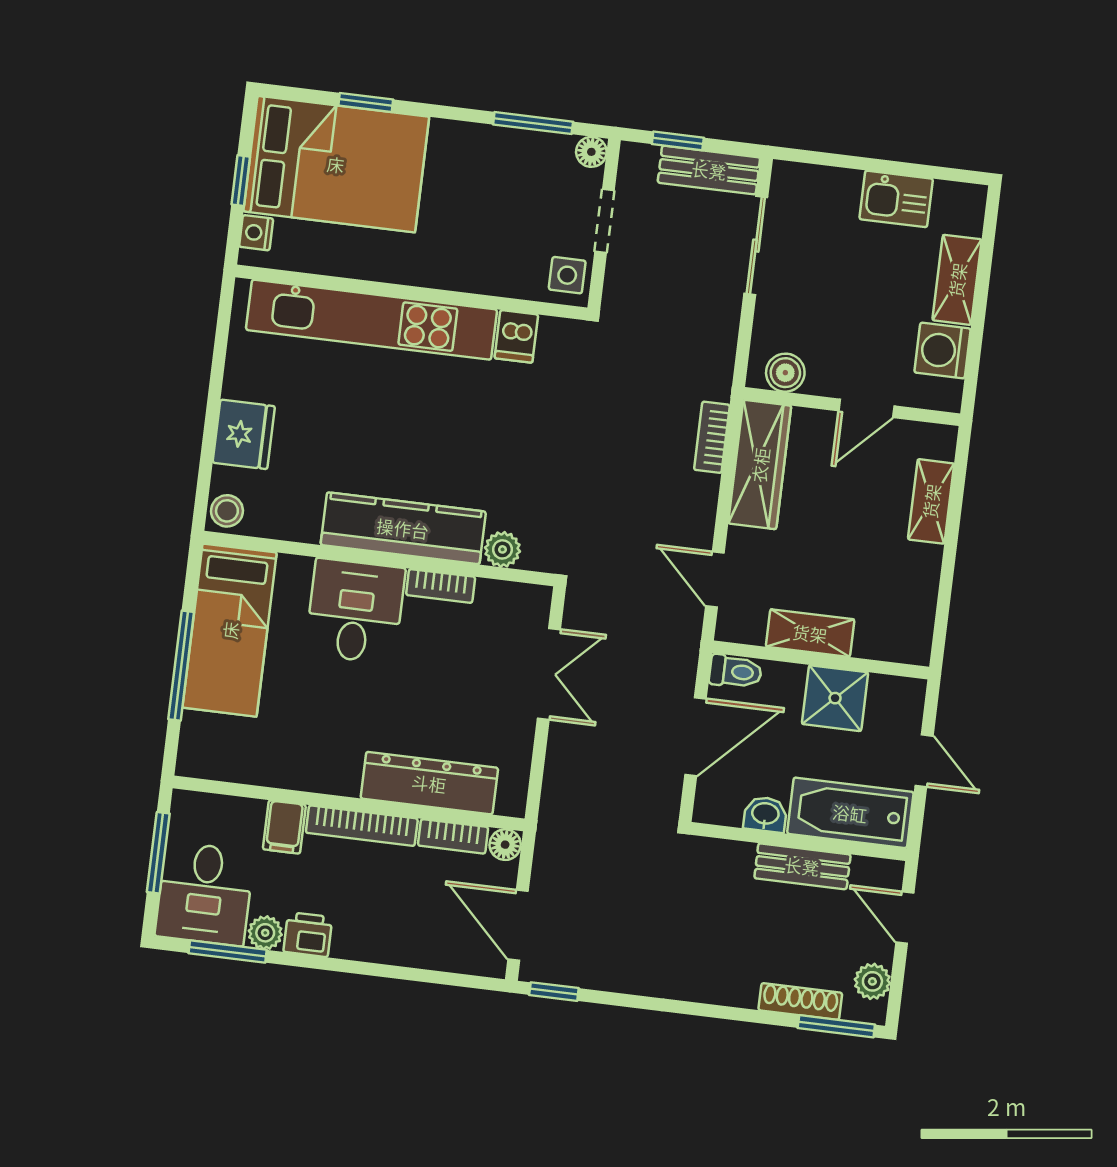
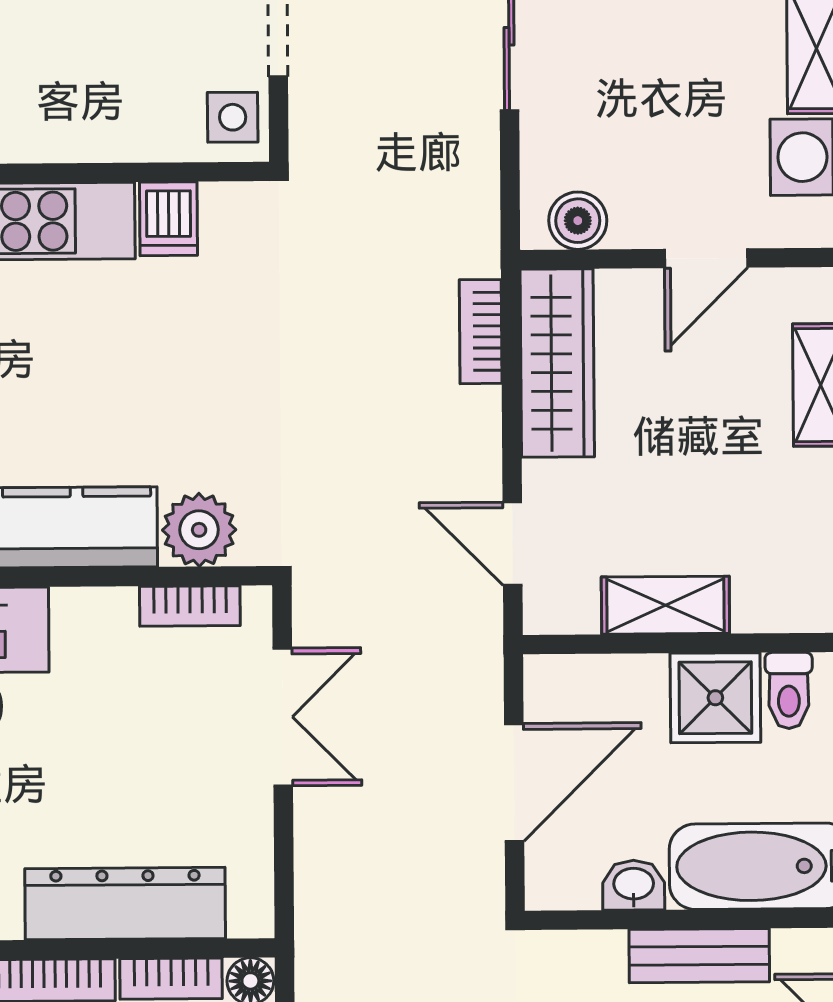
plant: (502, 549) -> (199, 530), width x1.38, depth x1.38
bookcase: (441, 586) -> (190, 606), moved
toilet: (735, 672) -> (789, 690), moved, turned 90

